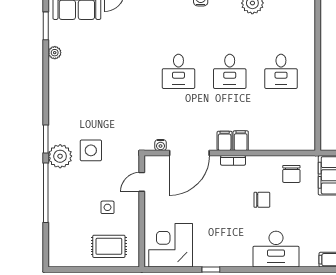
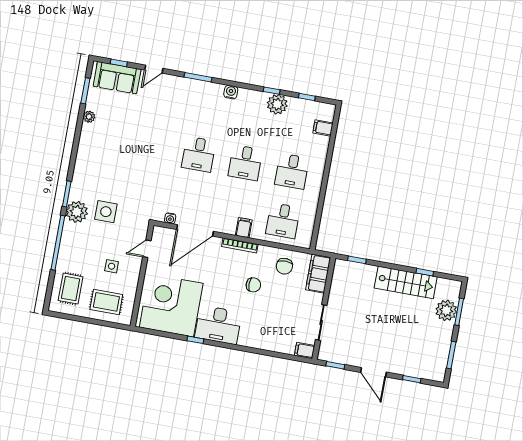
desk: (281, 126) -> (283, 221), added
filing cabinet: (225, 141) -> (323, 128), moved, turned -90
bookcase: (233, 160) -> (240, 245), width x1.56
rug: (68, 239) -> (71, 289), added
corner desk: (171, 245) -> (171, 305), width x1.36, depth x1.36
desk: (276, 249) -> (218, 325), moved

